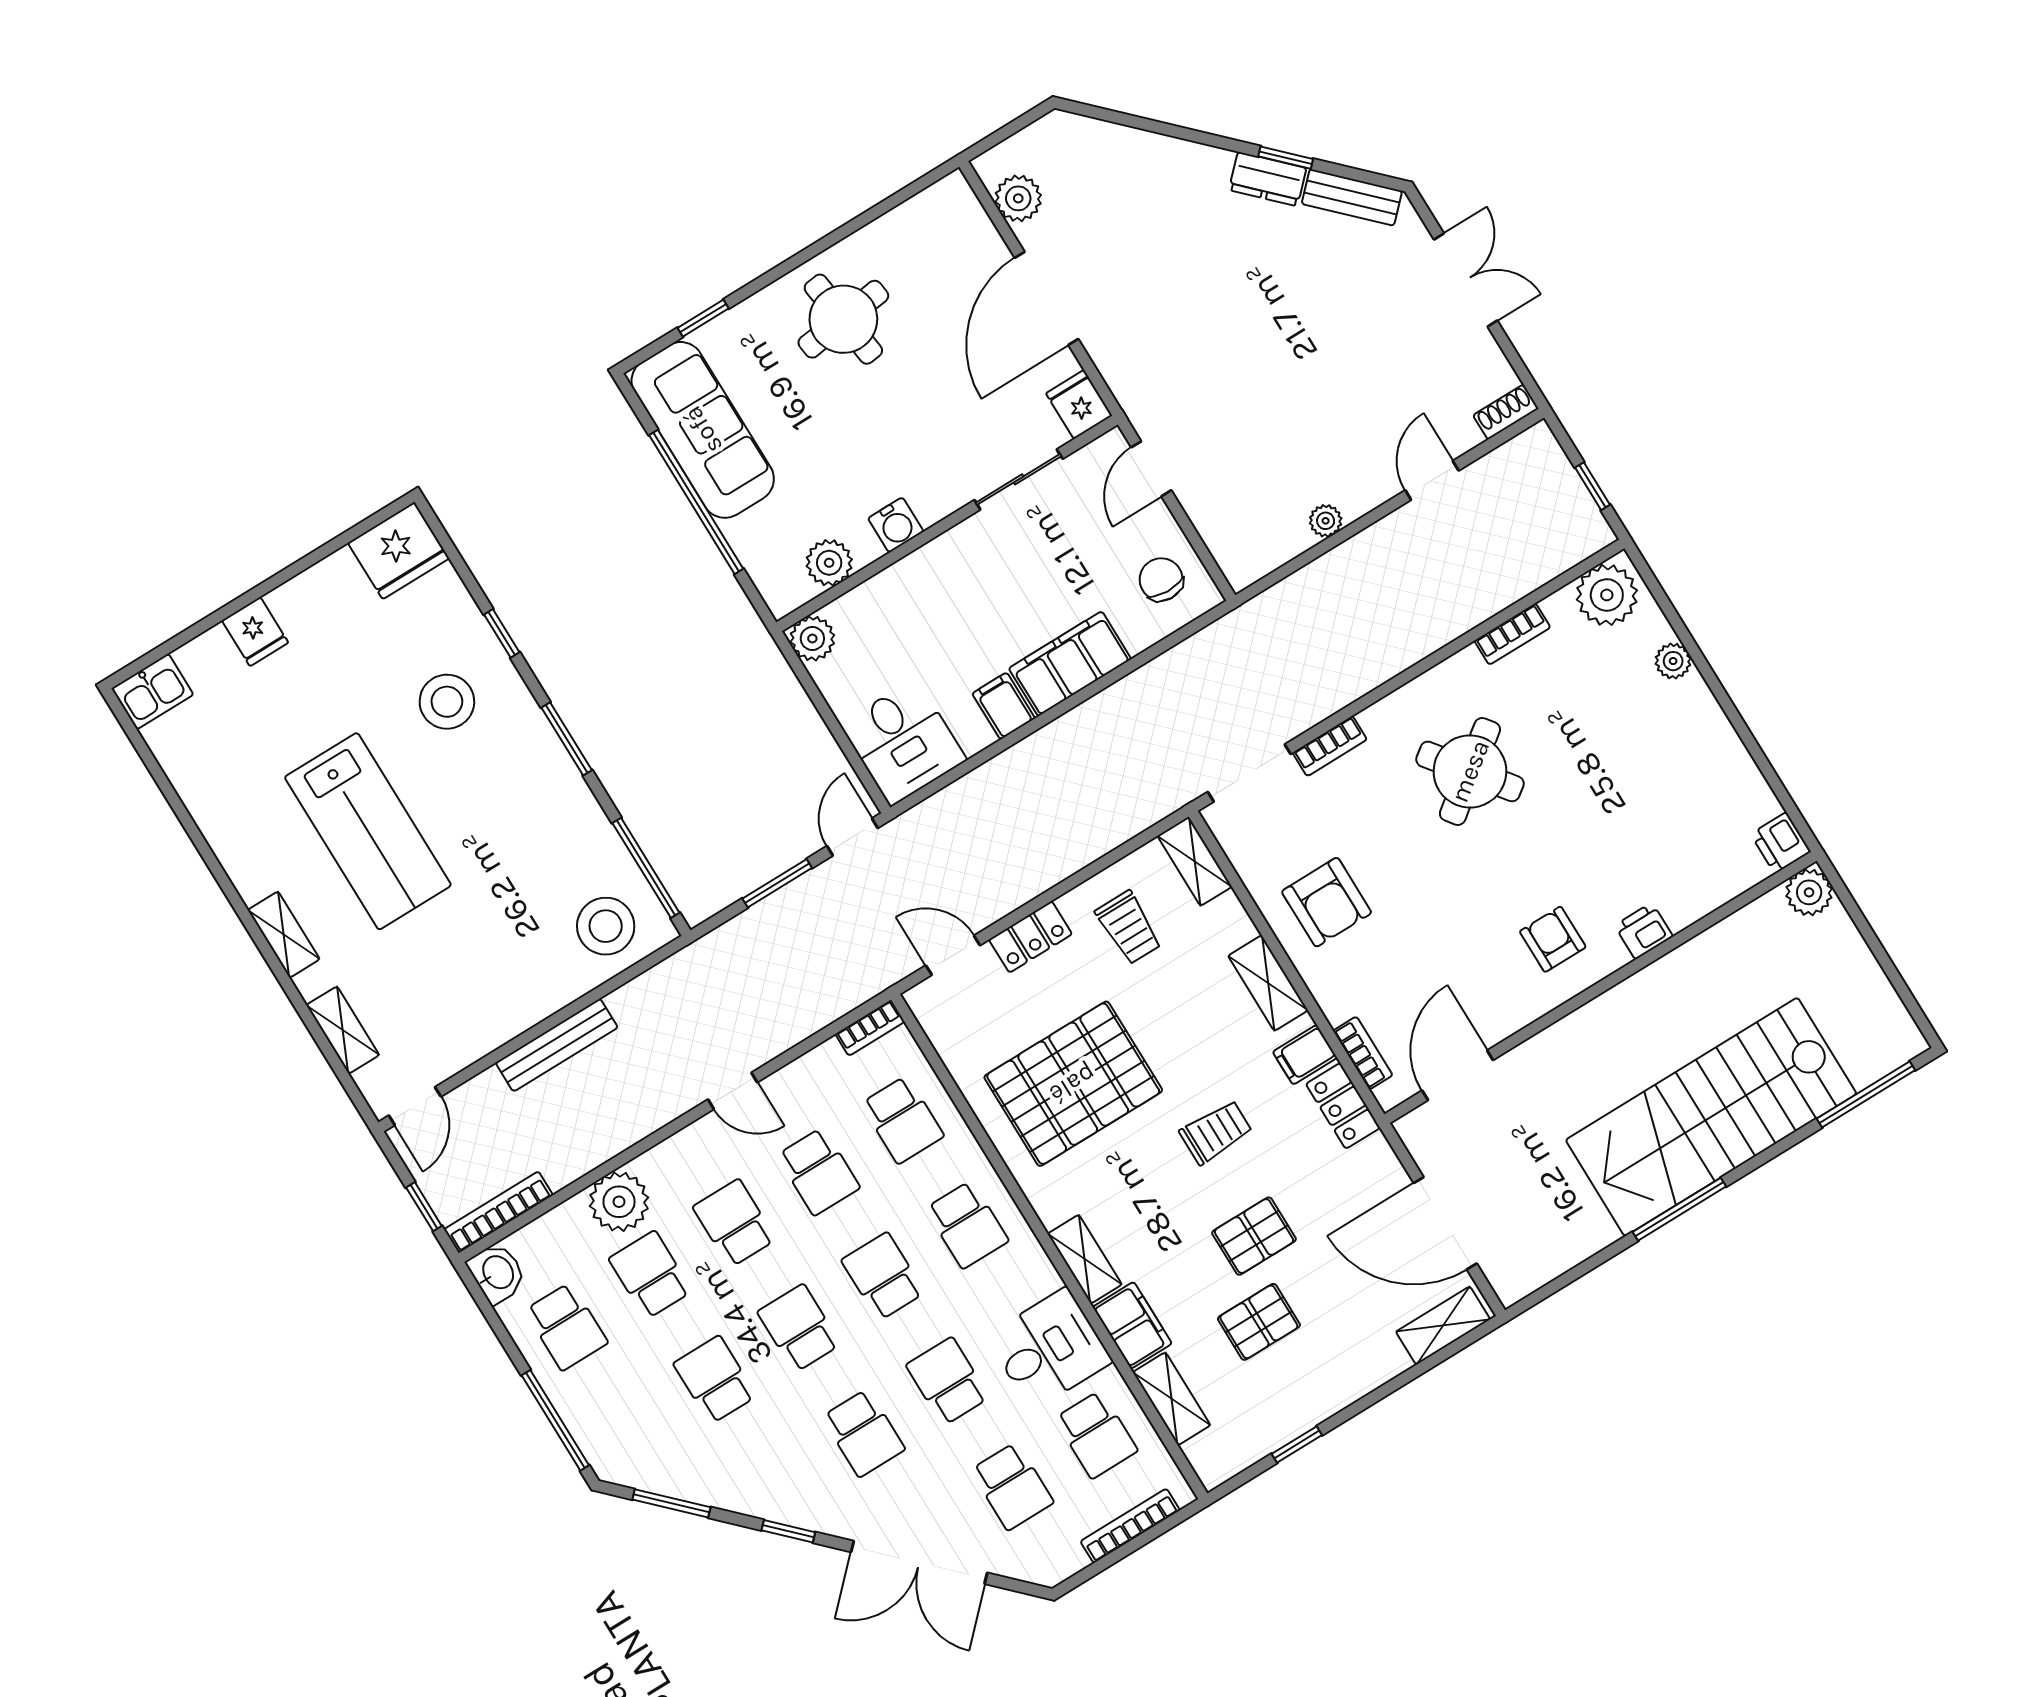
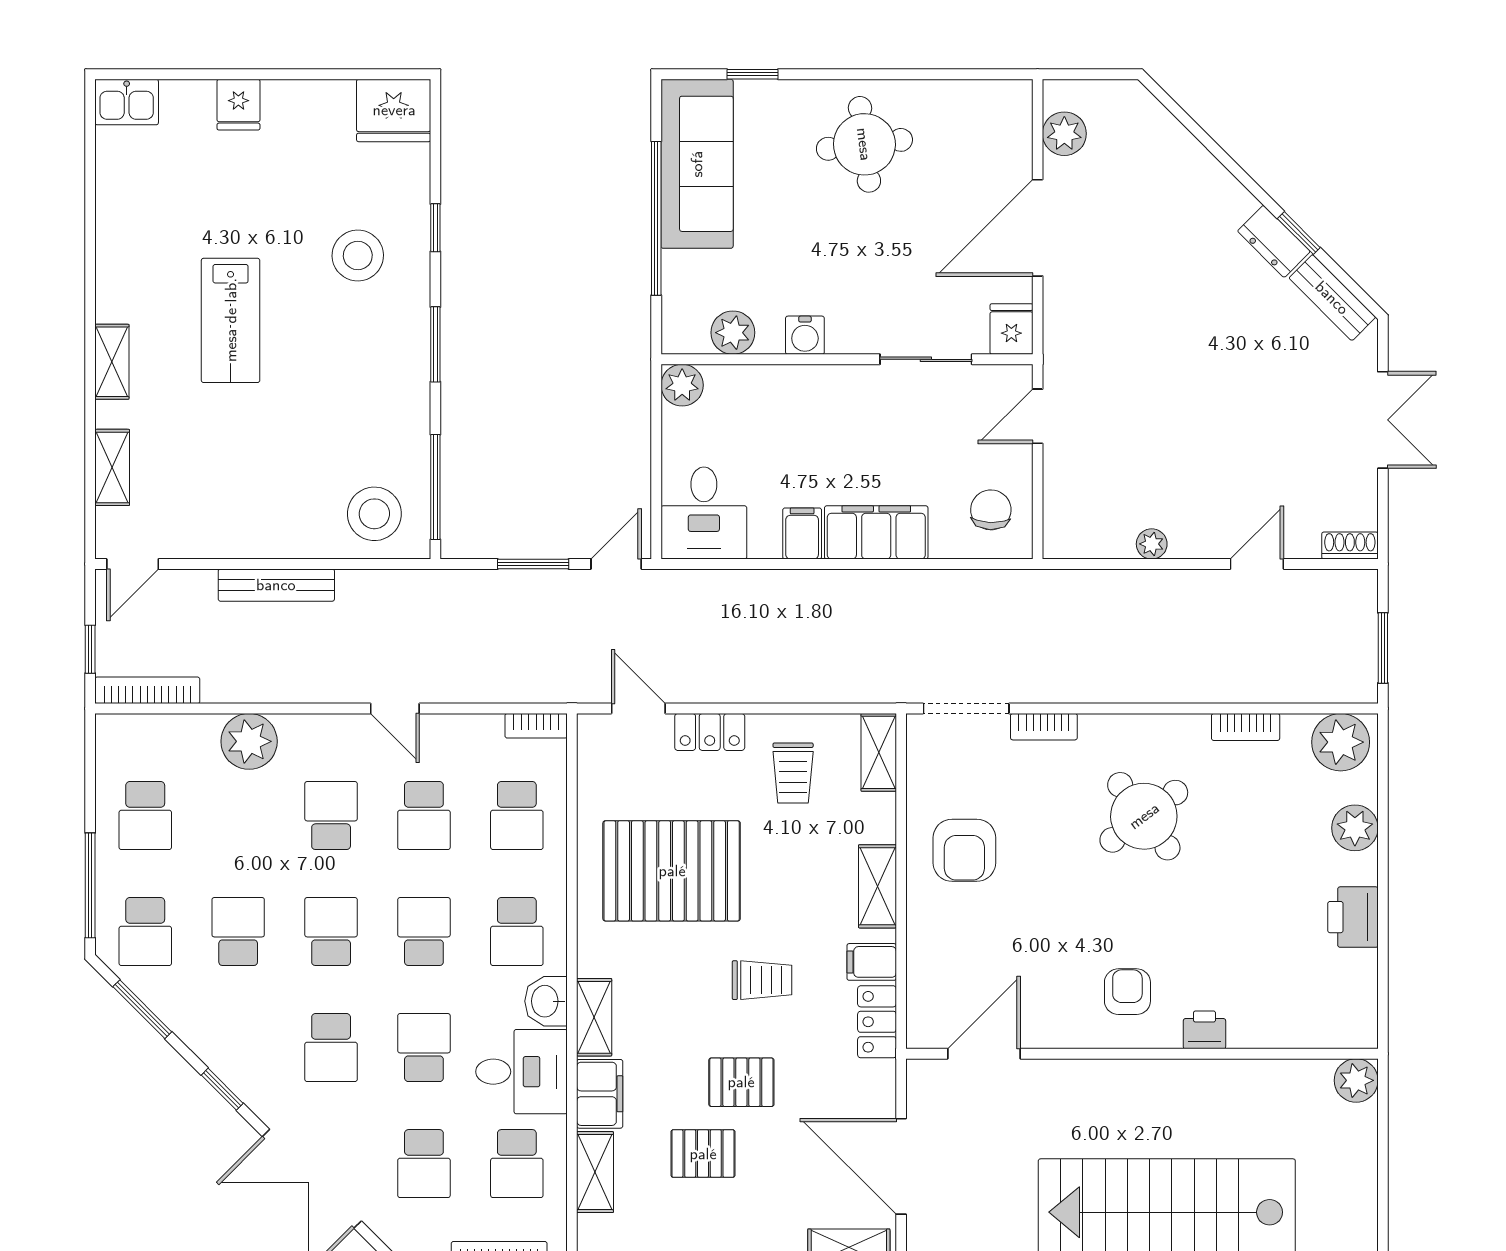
window: (1592, 486) -> (1383, 648), width x1.50
plant: (1673, 661) -> (1355, 828), width x1.38, depth x1.38
lab bench: (368, 831) -> (231, 320), width x0.73, depth x0.72
printer: (1781, 843) -> (1353, 917), moved, width x1.36, depth x1.24
bookcase: (1363, 1053) -> (919, 989), removed
washbasin: (497, 1273) -> (546, 1001), moved, turned 180
school desk: (650, 1275) -> (145, 932), moved, turned 180

